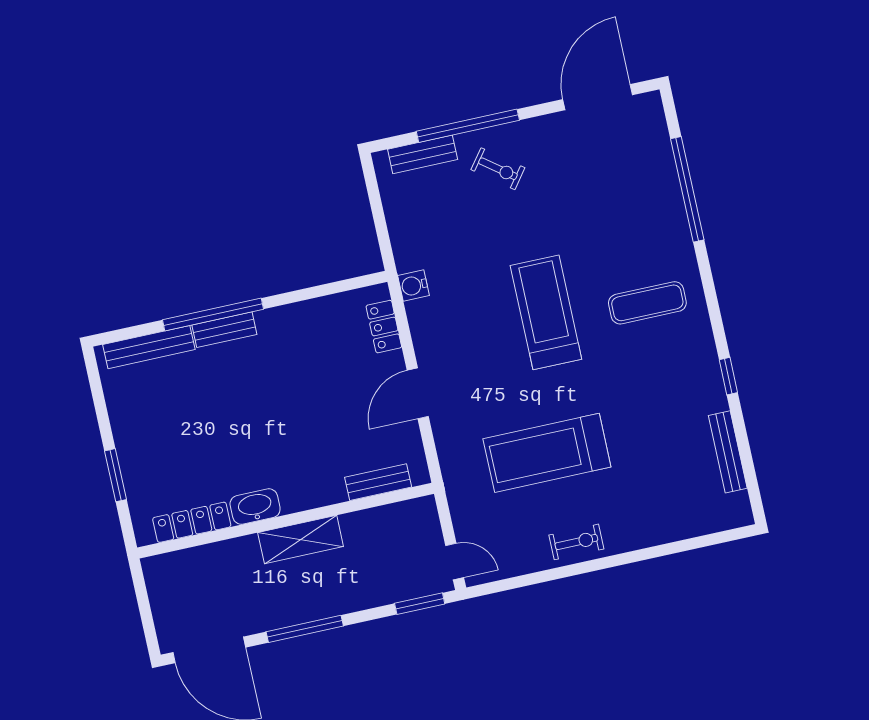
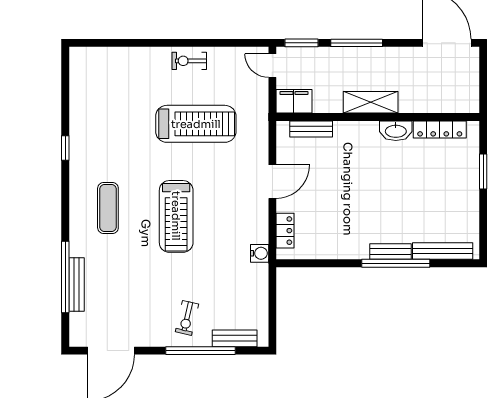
exercise bike: (498, 169) -> (187, 318), turned -114
exercise mat: (647, 303) -> (108, 208), turned 90
bench: (728, 452) -> (77, 284), moved
filing cabinet: (412, 517) -> (294, 101), added
window: (305, 629) -> (357, 43), moved

